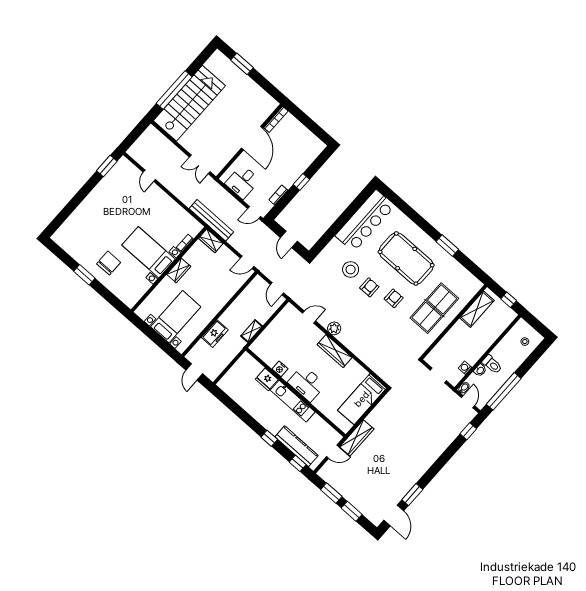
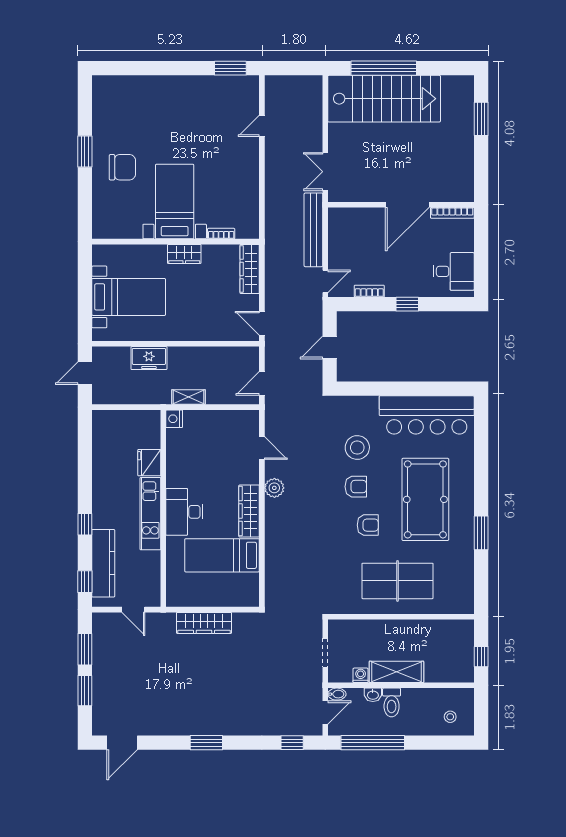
desk: (242, 182) -> (454, 271), moved, turned 180
door: (254, 212) -> (325, 281), swing flipped
bench: (211, 220) -> (313, 230), moved
wardrobe: (211, 241) -> (250, 269), width x1.50
shelving: (477, 309) -> (396, 672), moved
nightstand: (280, 369) -> (174, 419), moved
bed: (362, 399) -> (222, 555), moved
wardrobe: (357, 438) -> (204, 623), moved
window: (412, 495) -> (206, 743), moved

